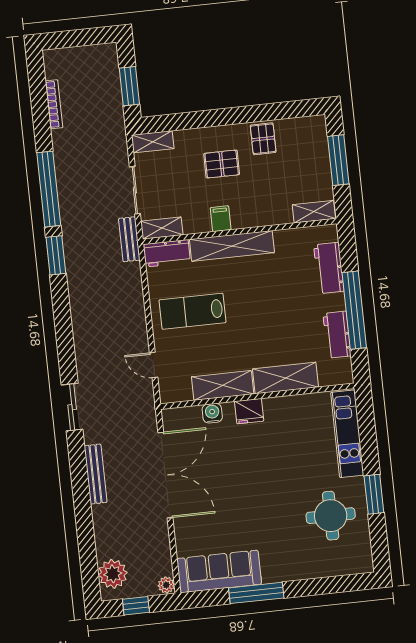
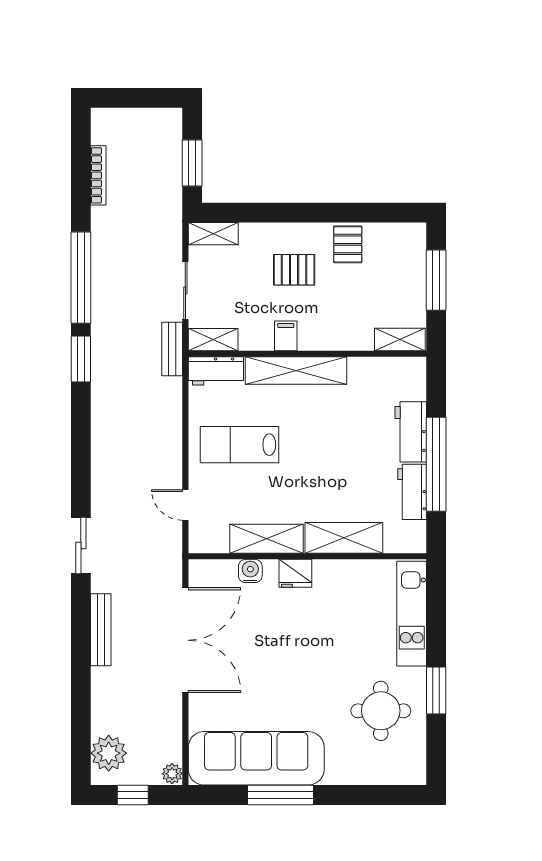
workbench: (329, 268) -> (411, 432), moved
sofa: (219, 571) -> (256, 758), width x1.36, depth x1.27

